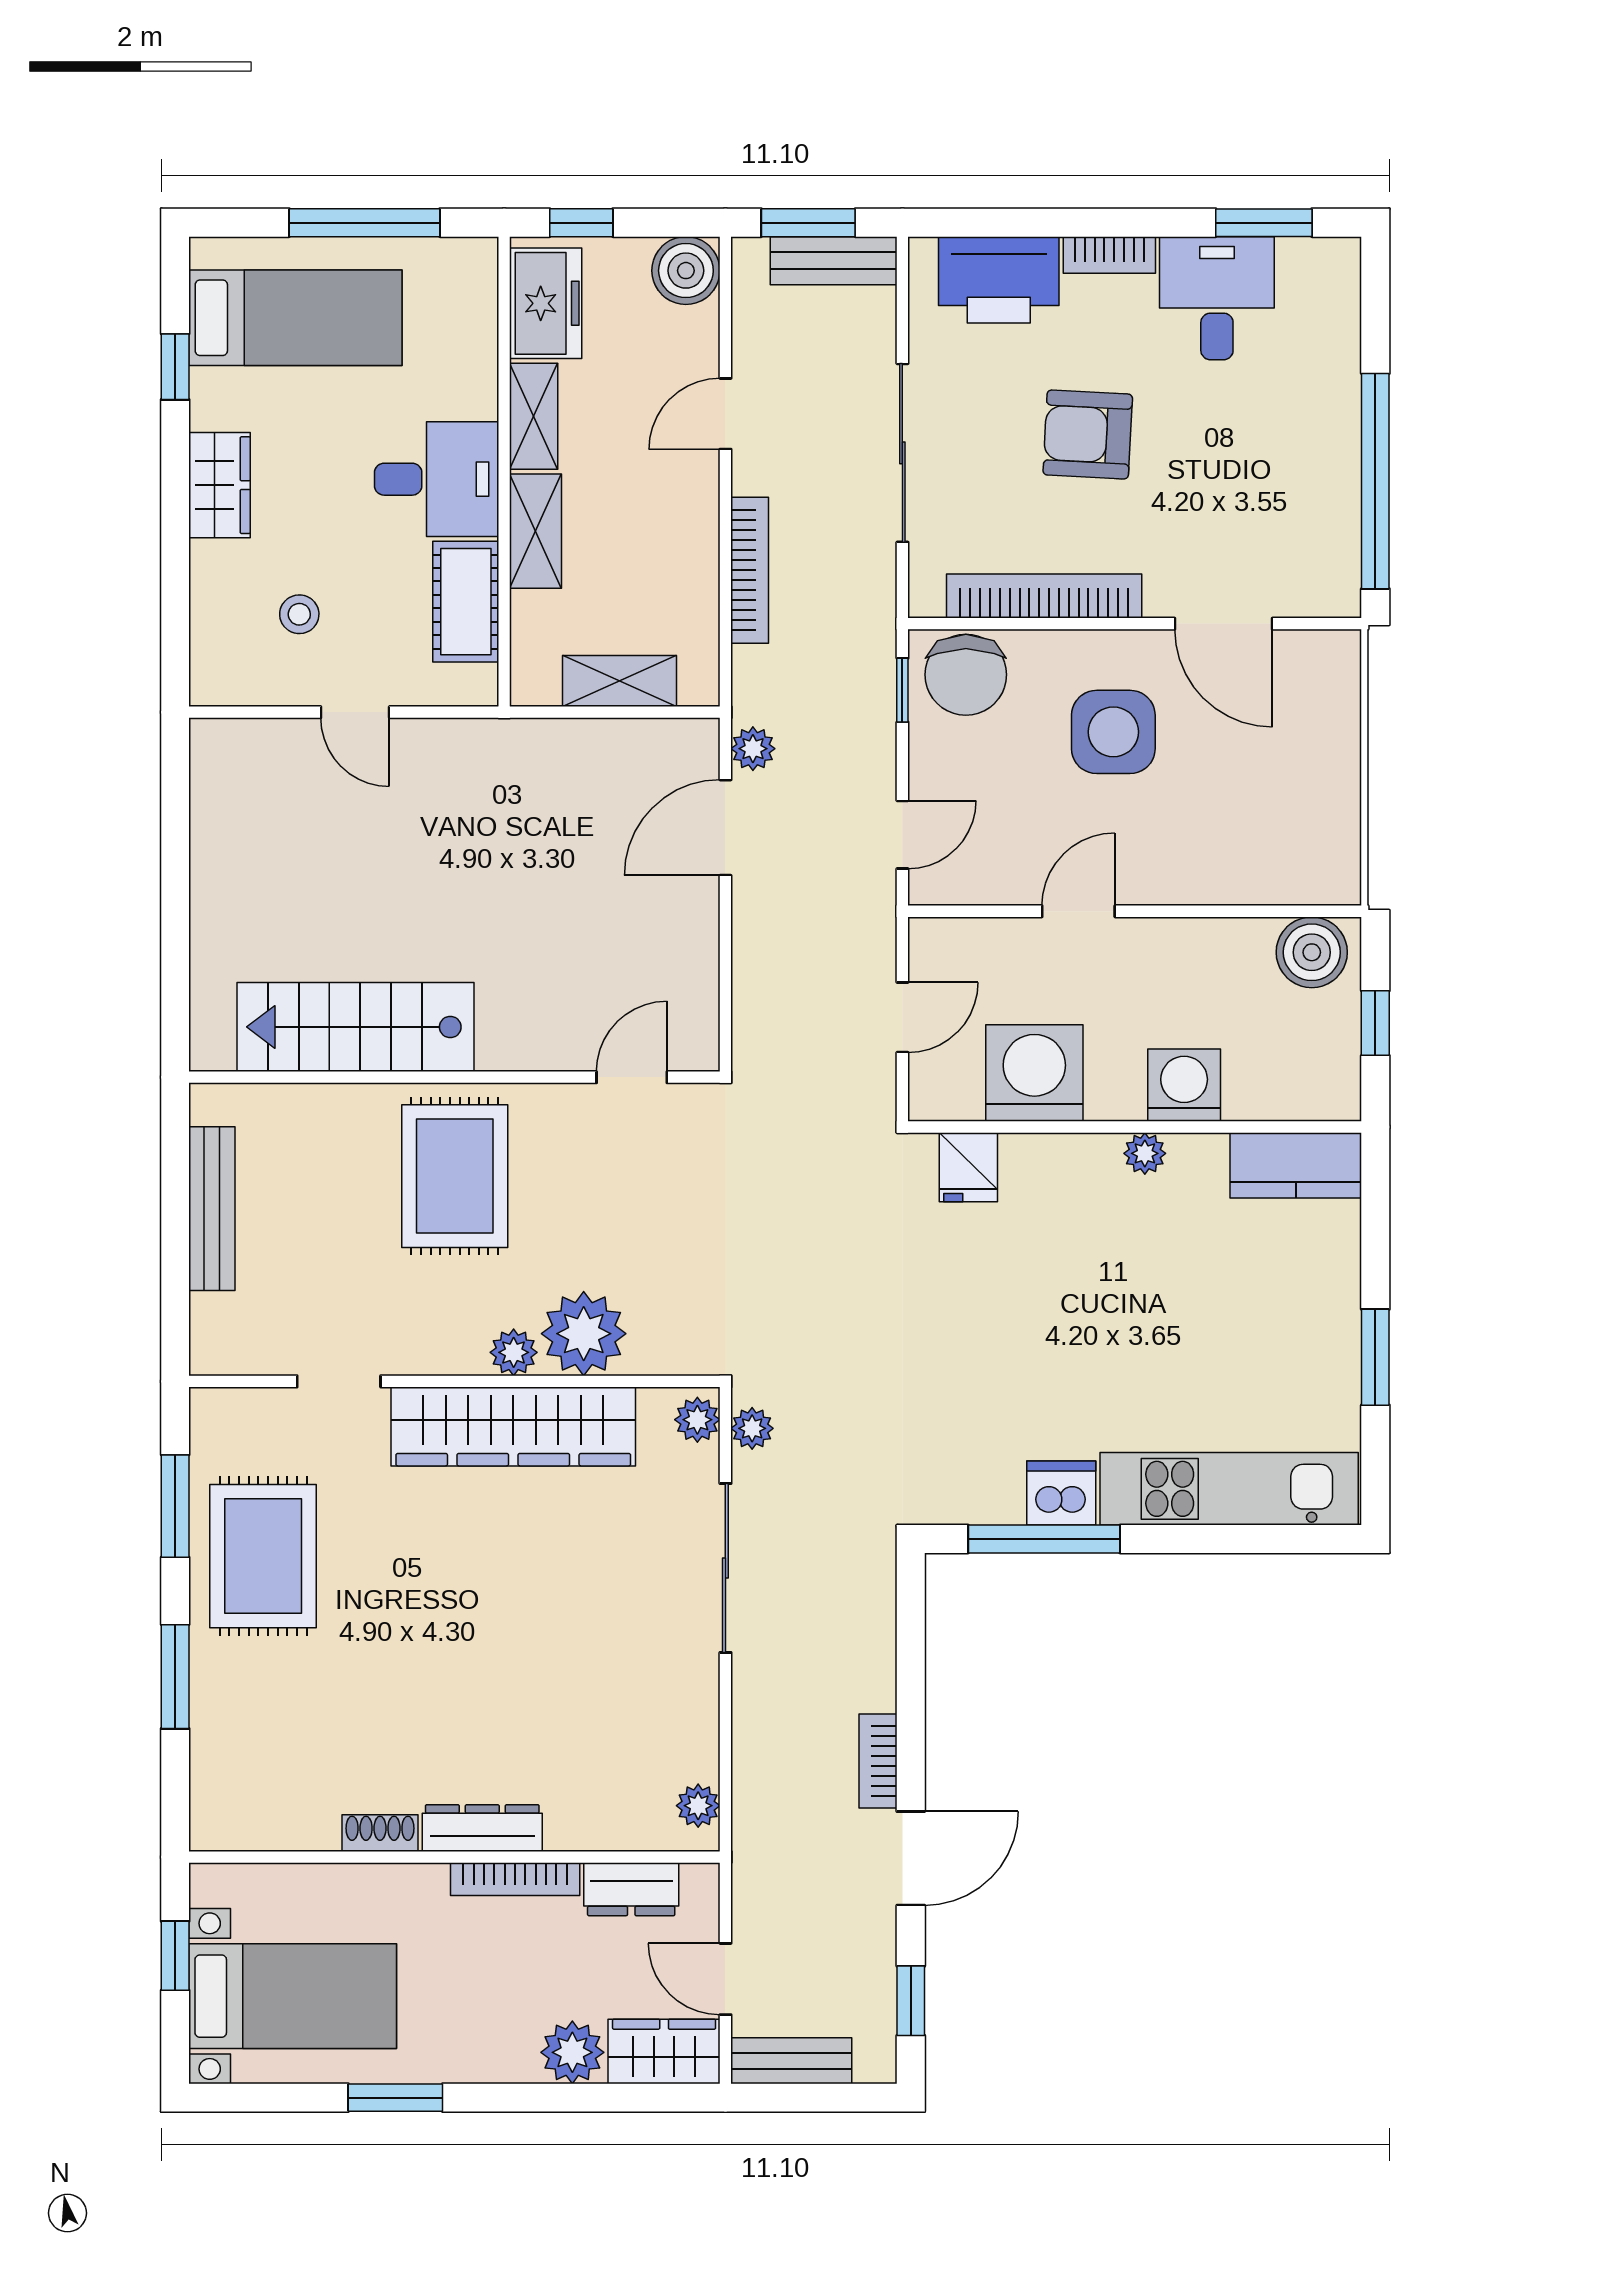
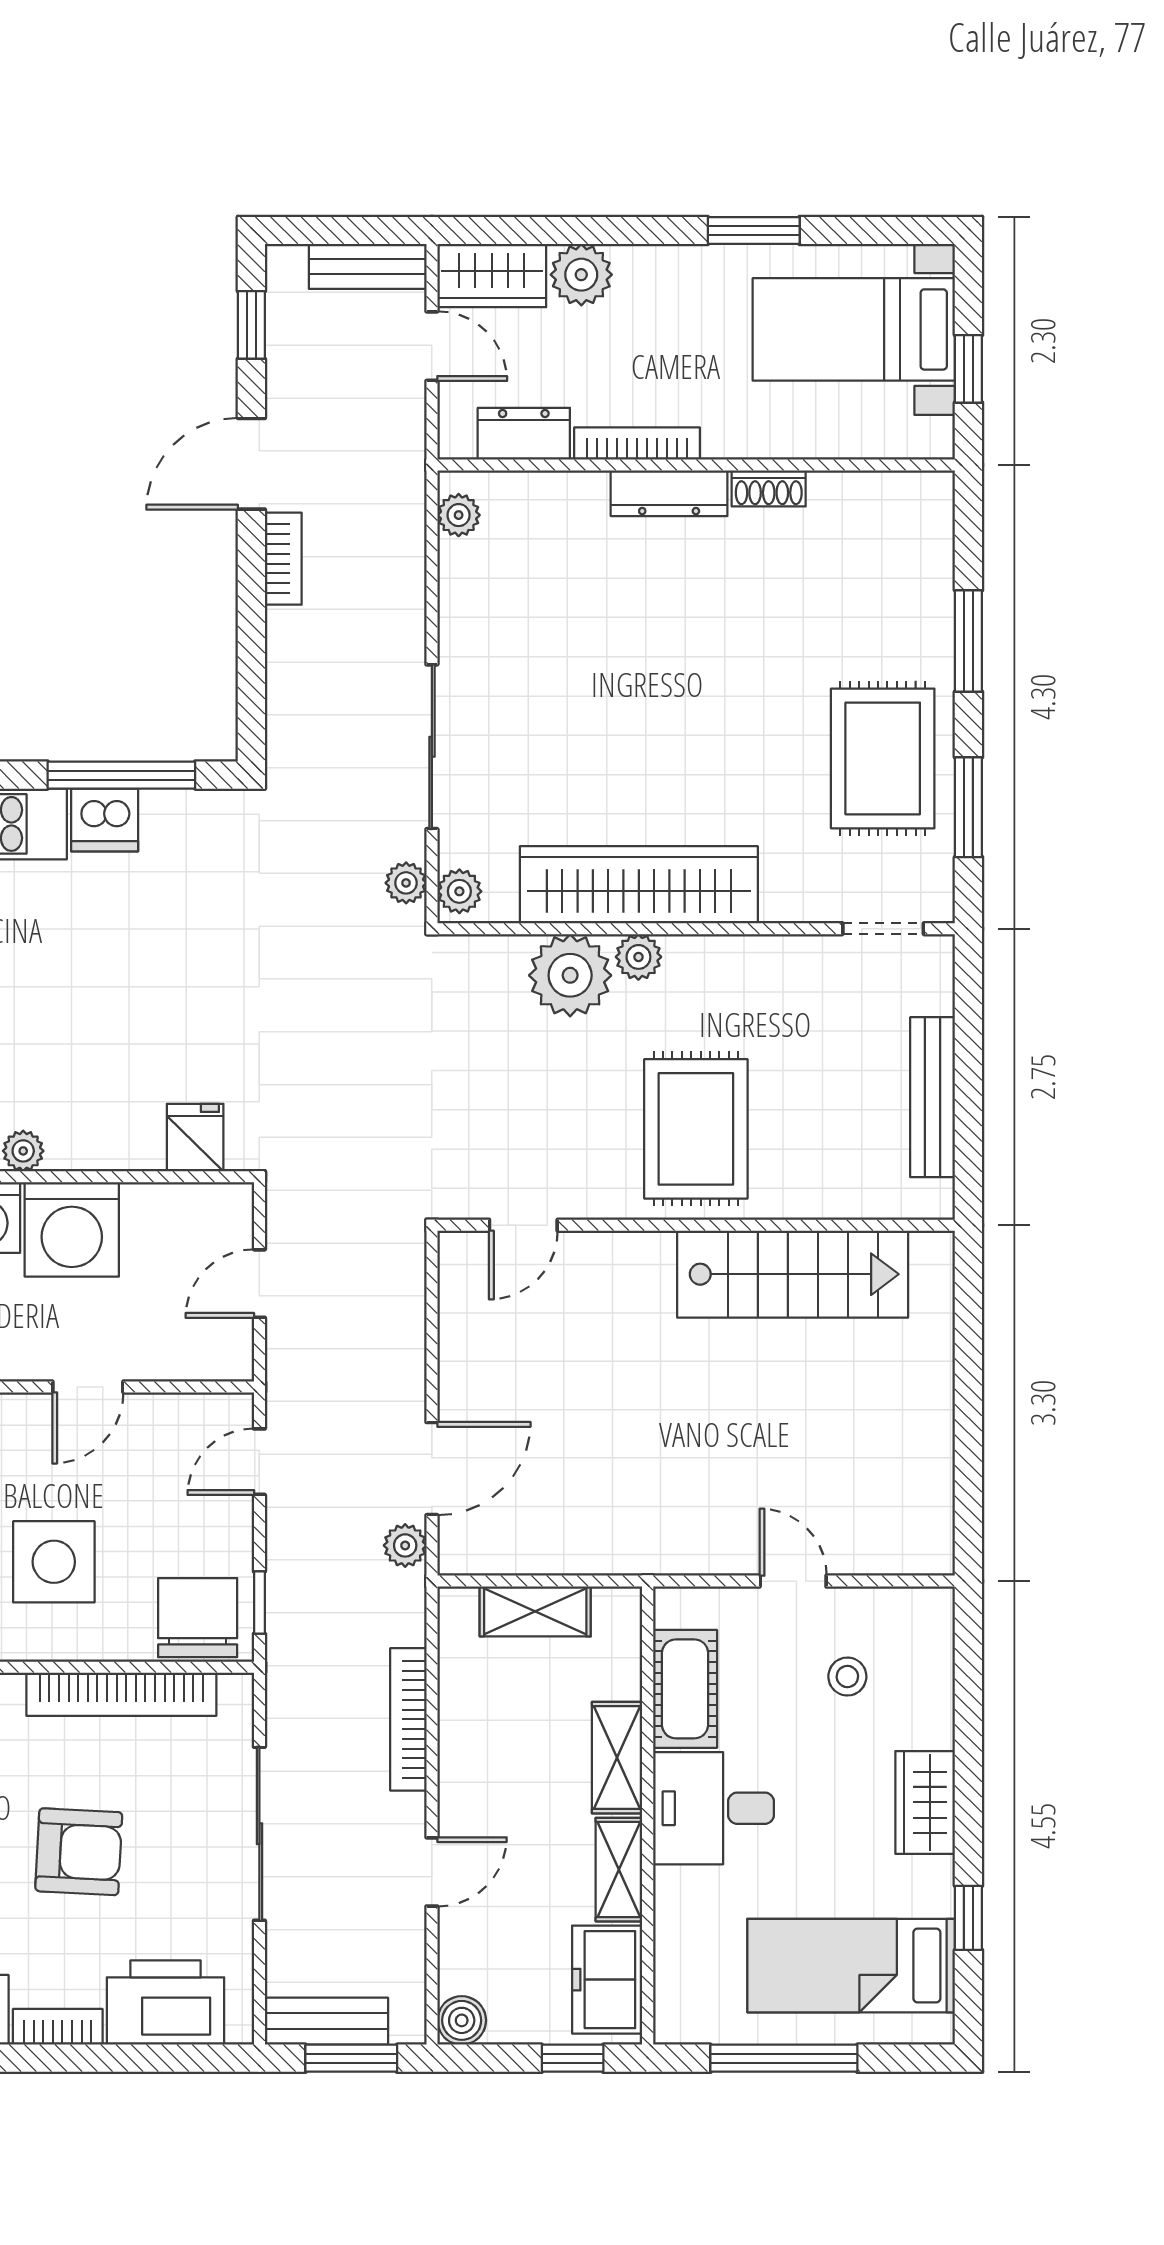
boiler: (686, 271) -> (462, 2020), width x0.73, depth x0.73
washing machine: (1034, 1073) -> (72, 1229), moved
doorway: (339, 1381) -> (883, 929), moved

